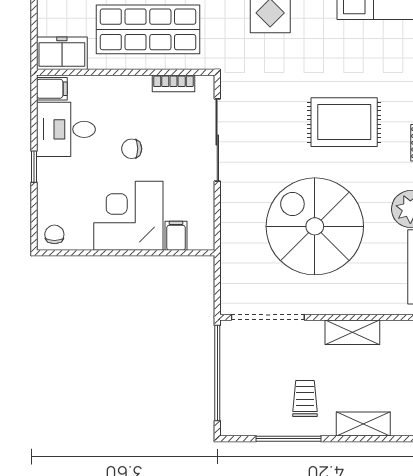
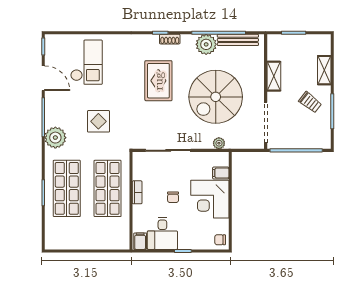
freezer: (62, 53) -> (121, 236), removed
bookcase: (173, 83) -> (137, 192), moved
plant: (230, 232) -> (219, 143), added
trolley: (305, 398) -> (310, 102), turned -142

